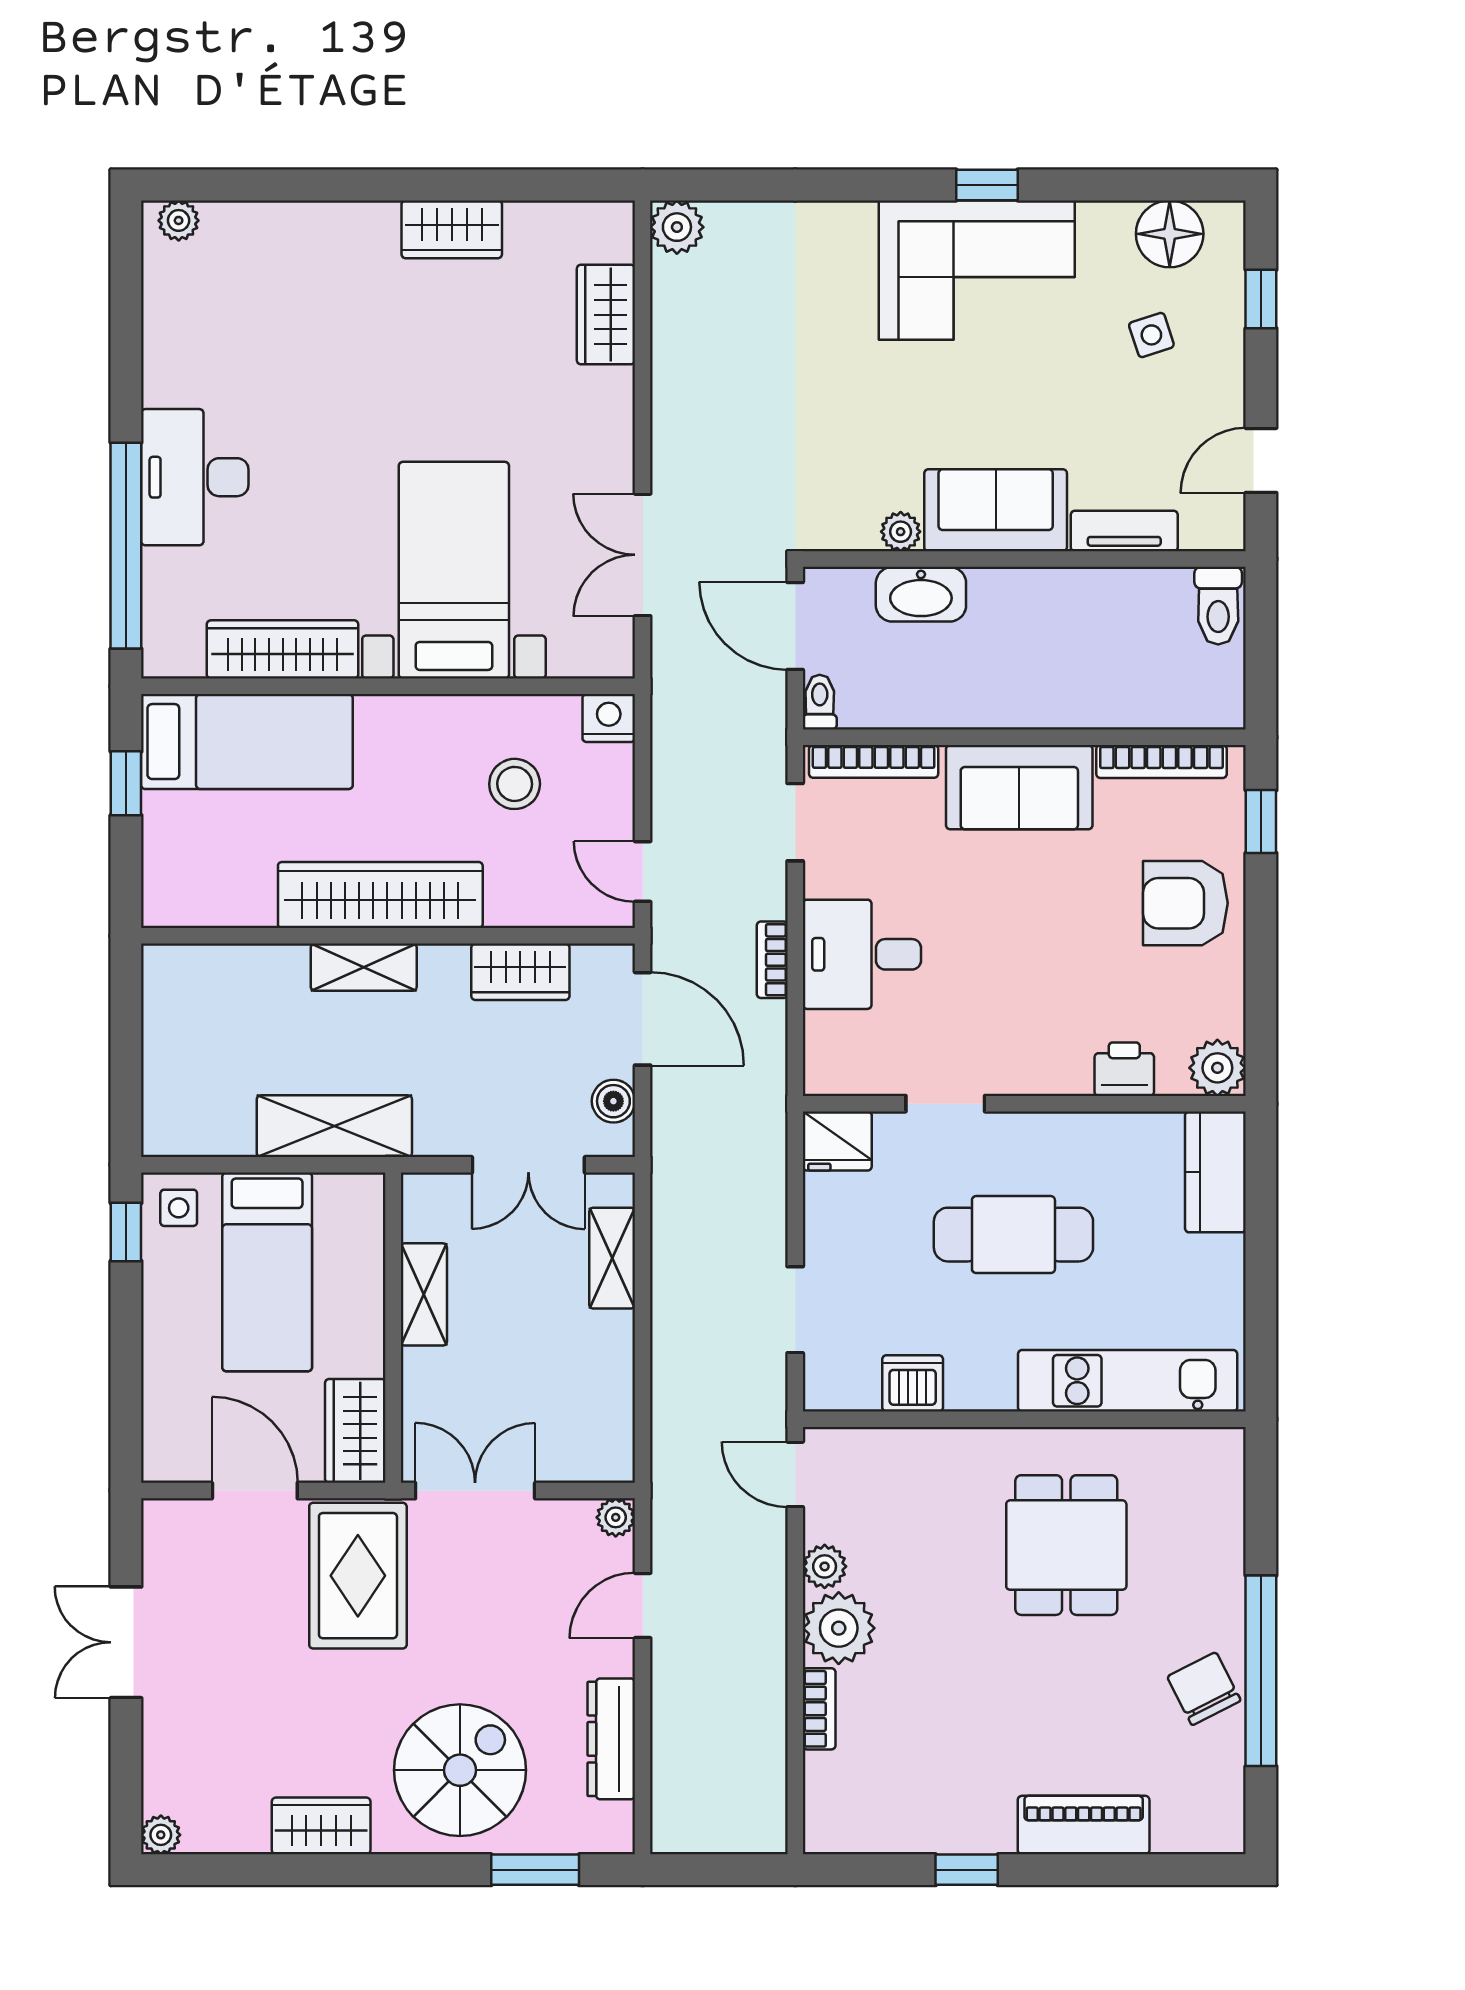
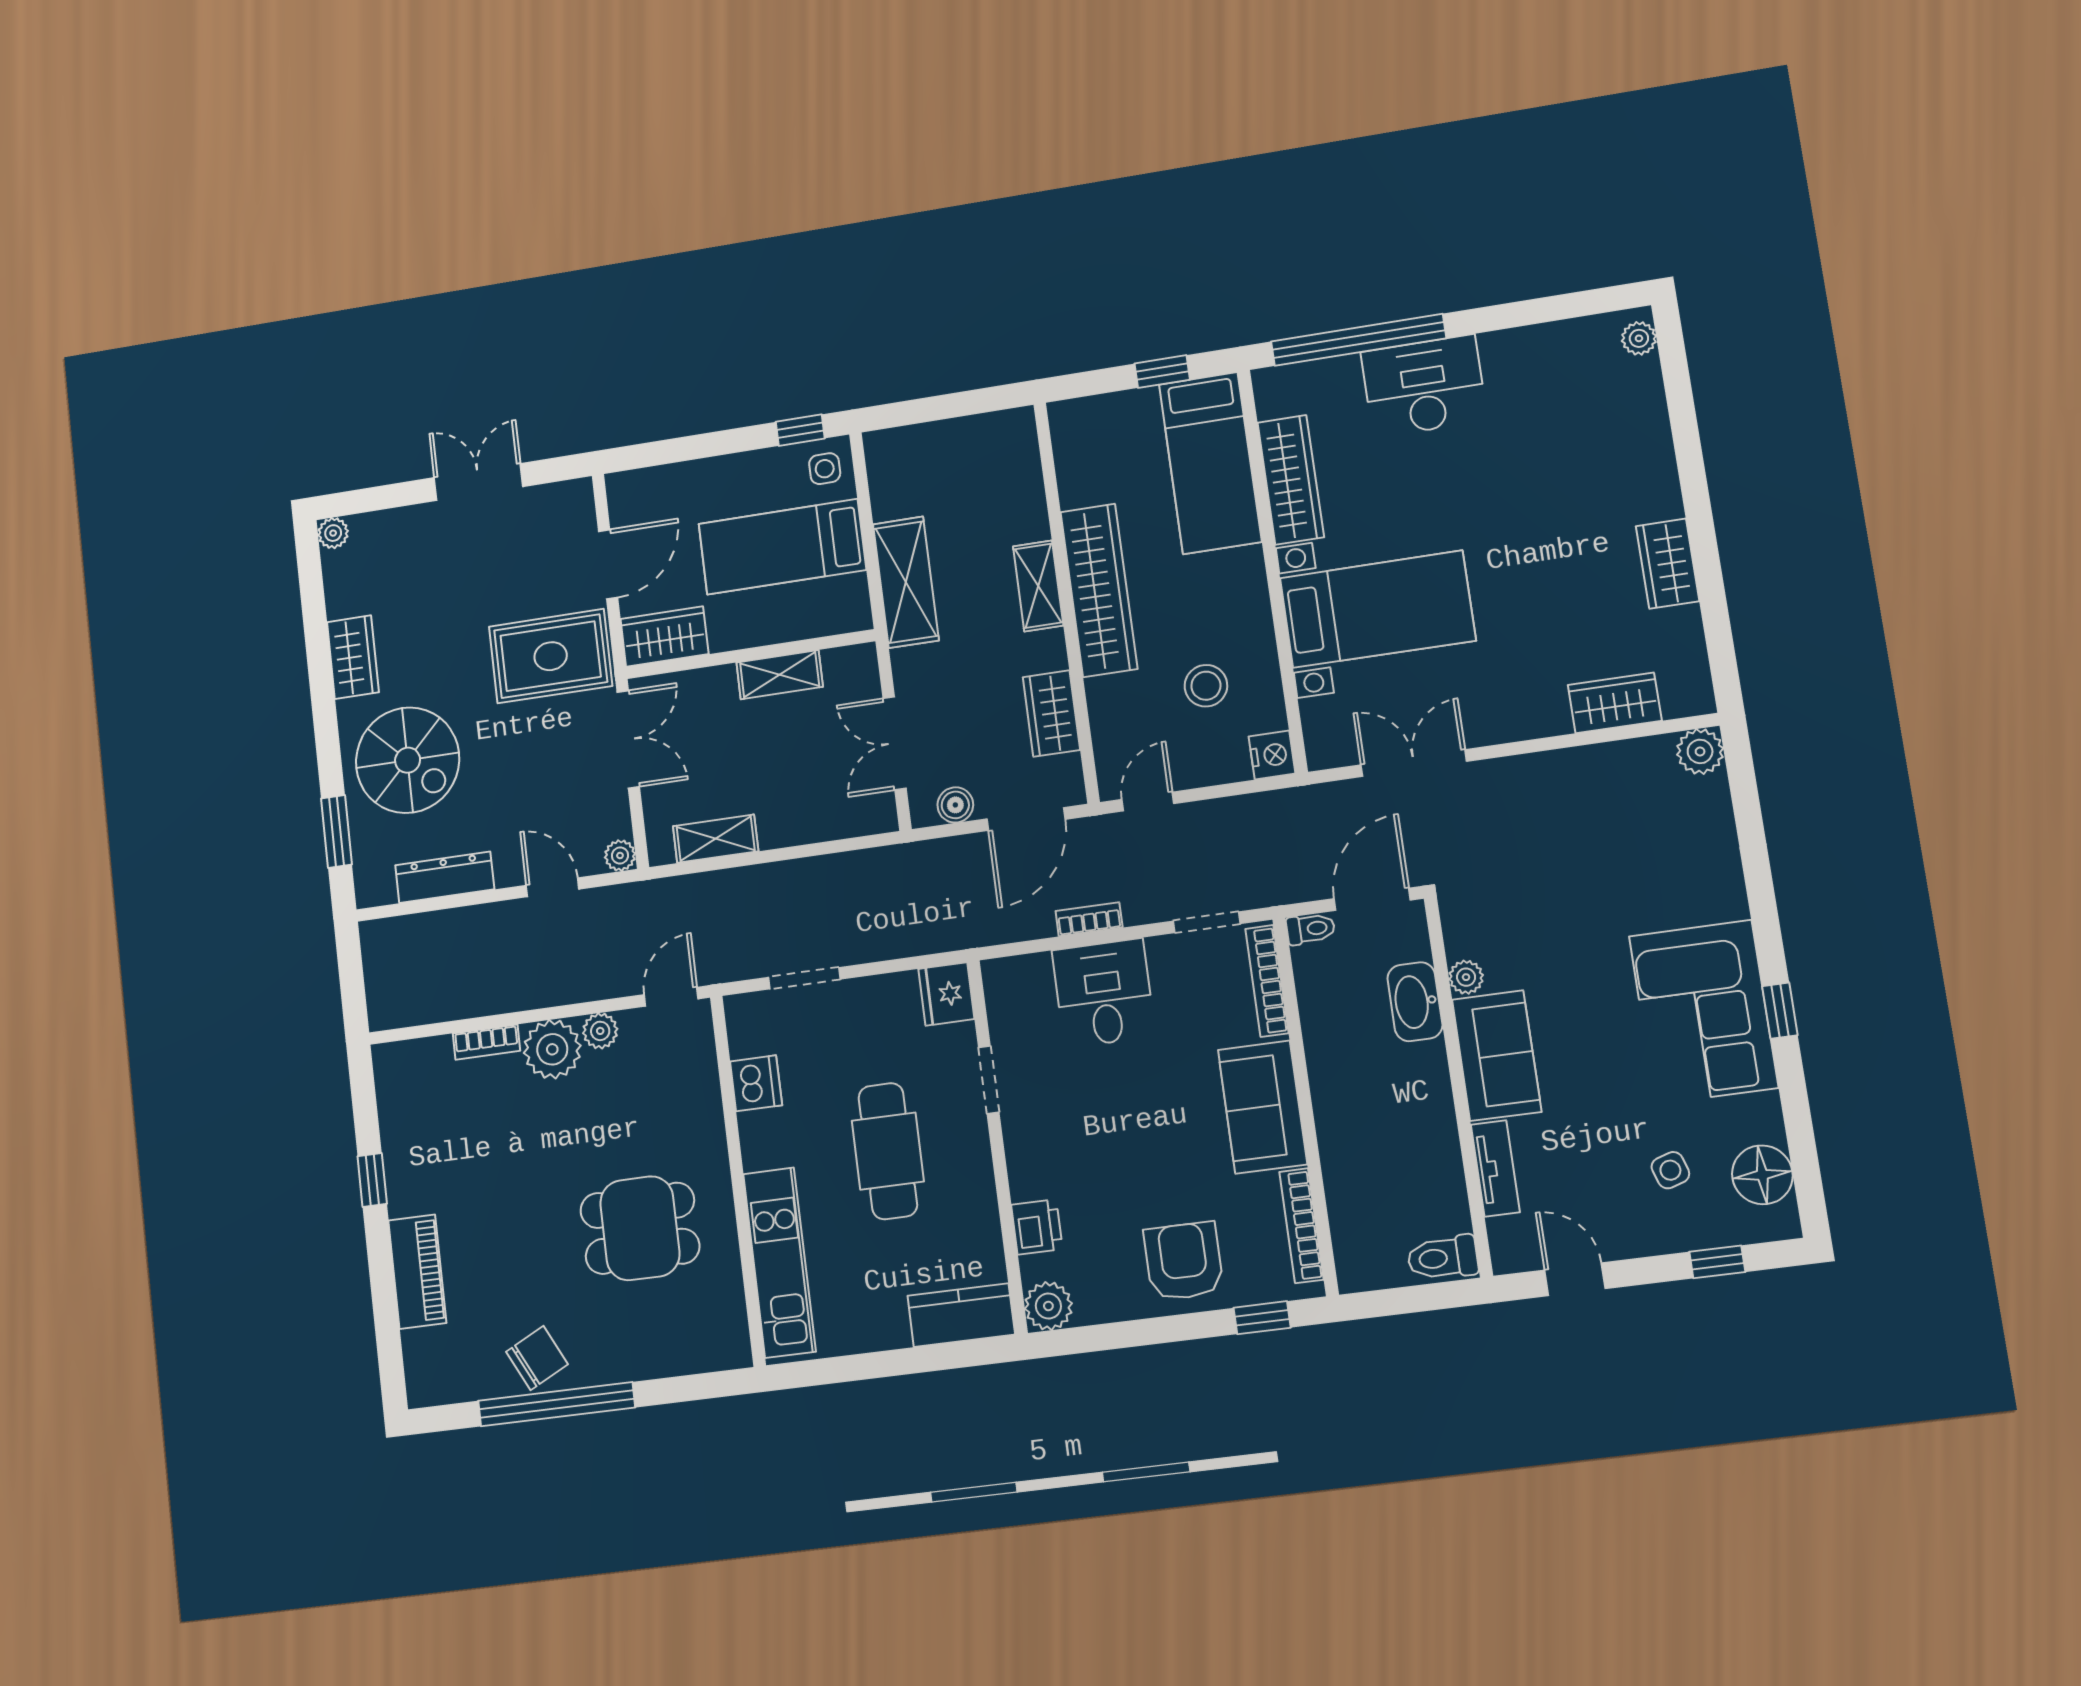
shelving: (612, 1258) -> (716, 839), moved

